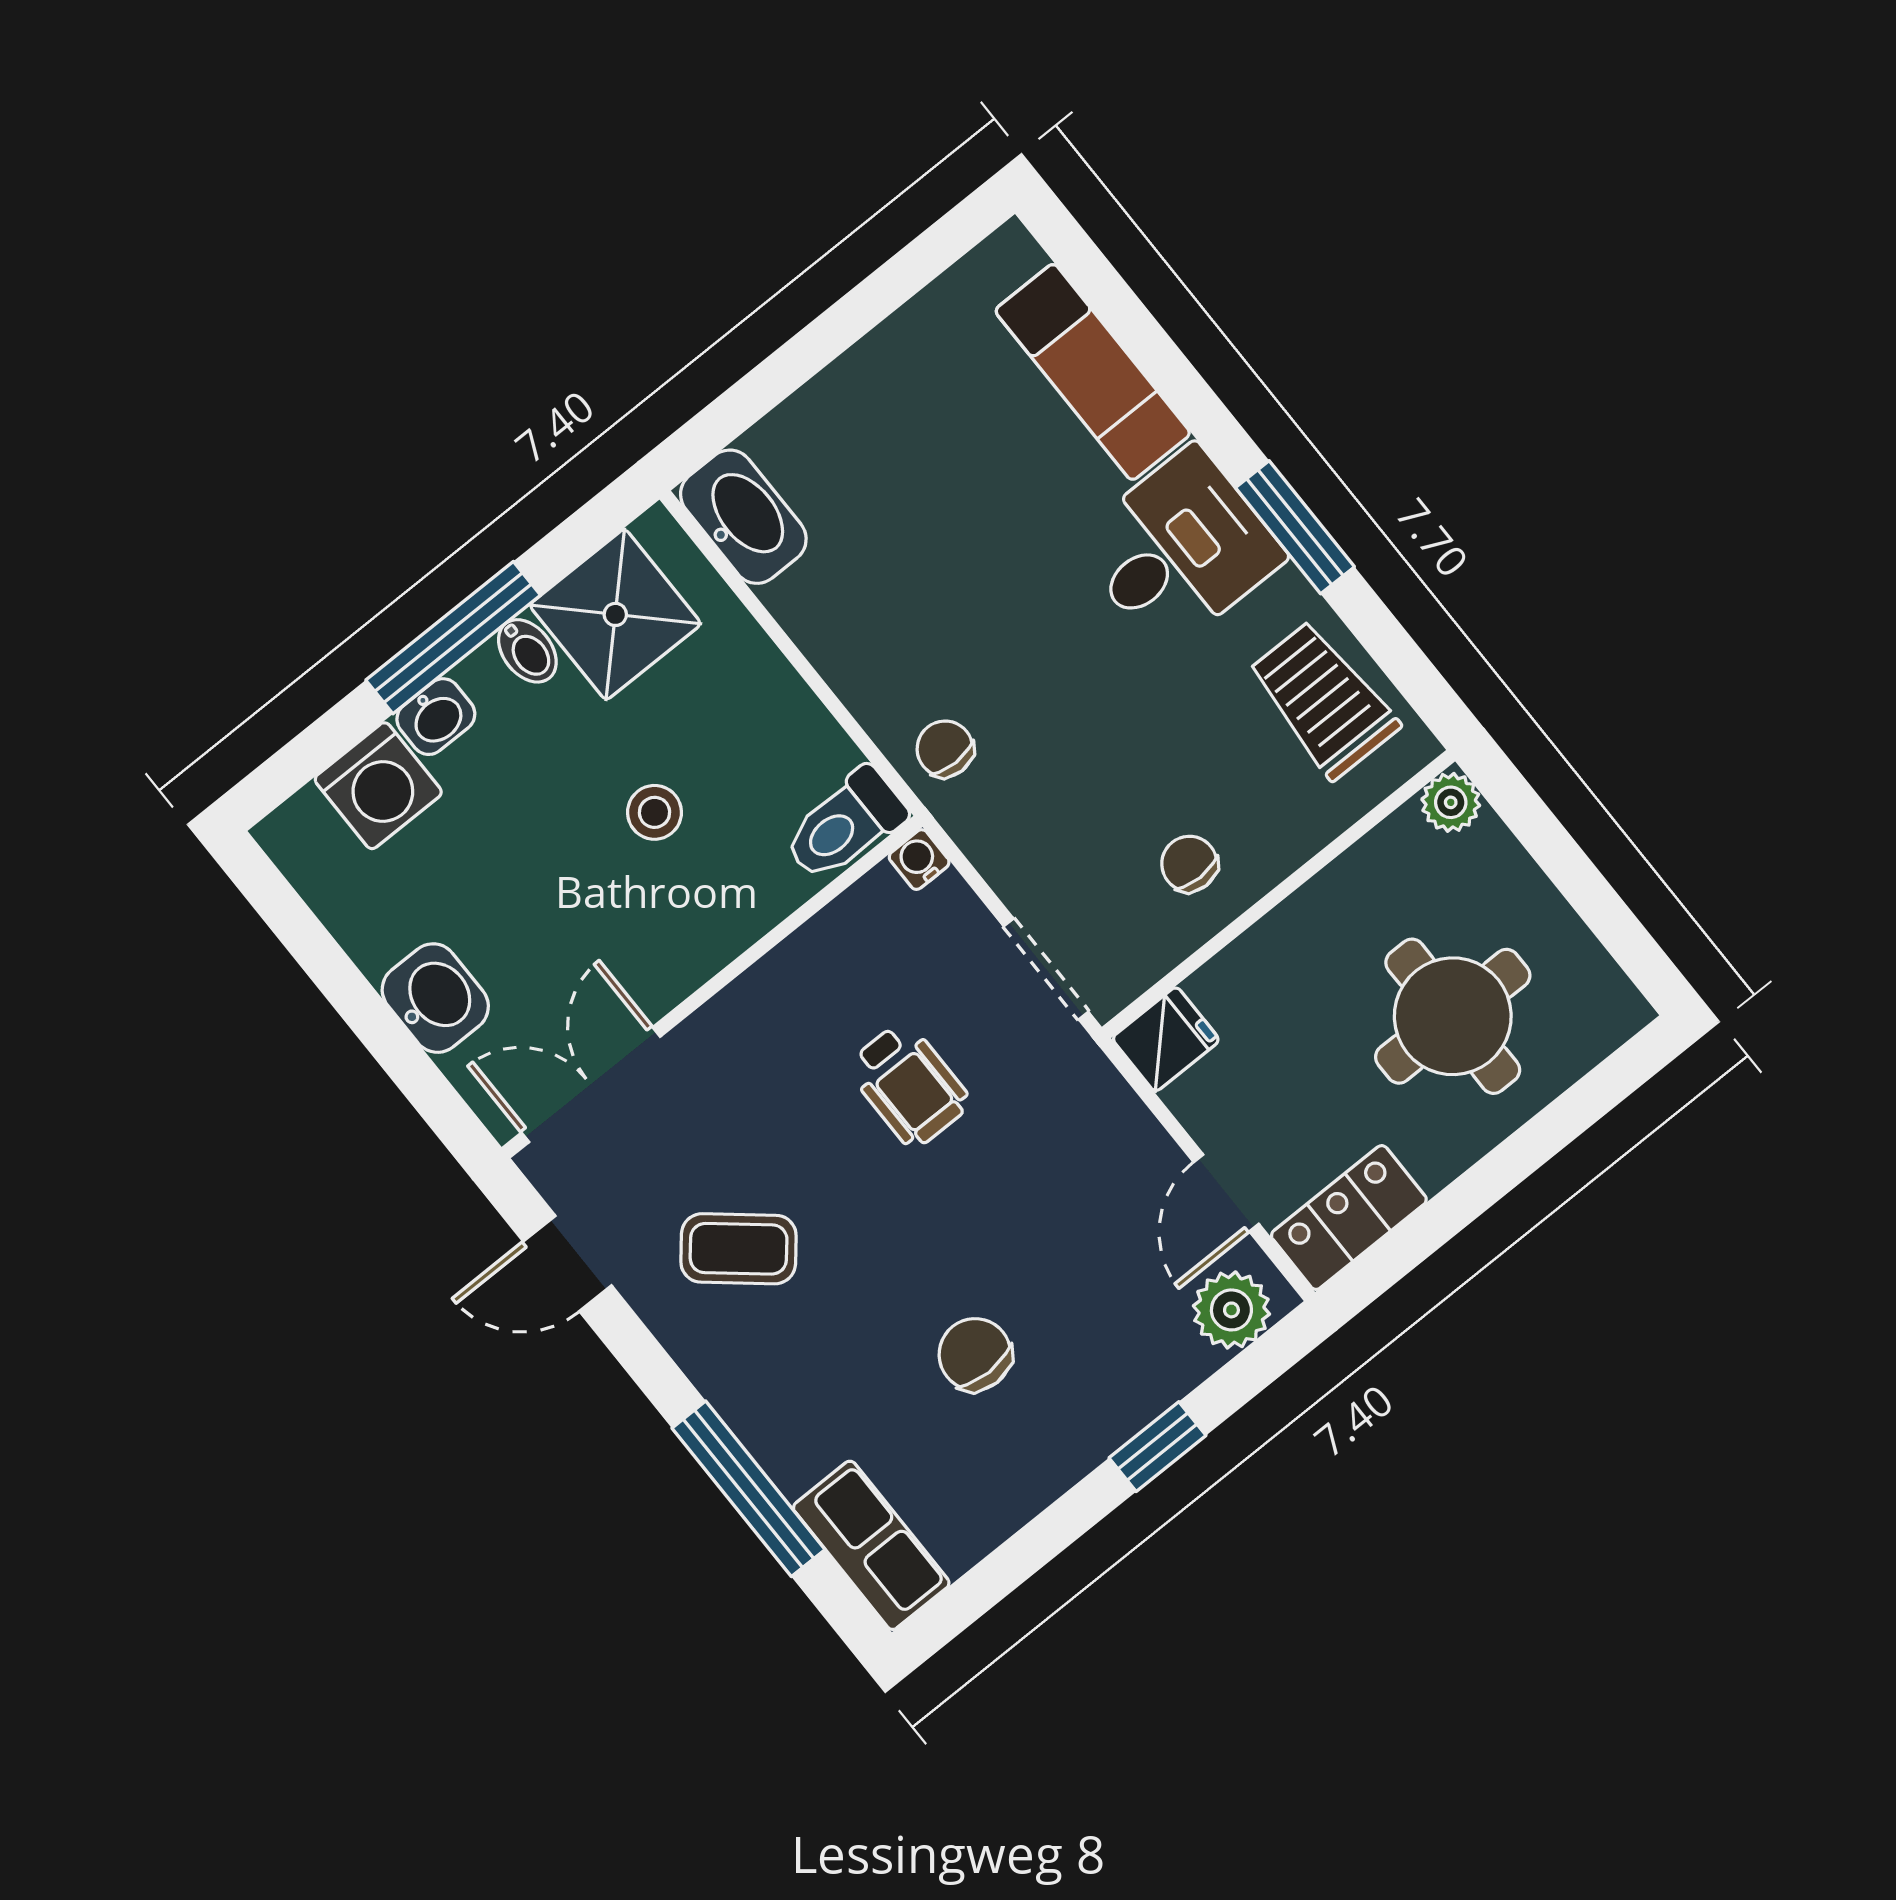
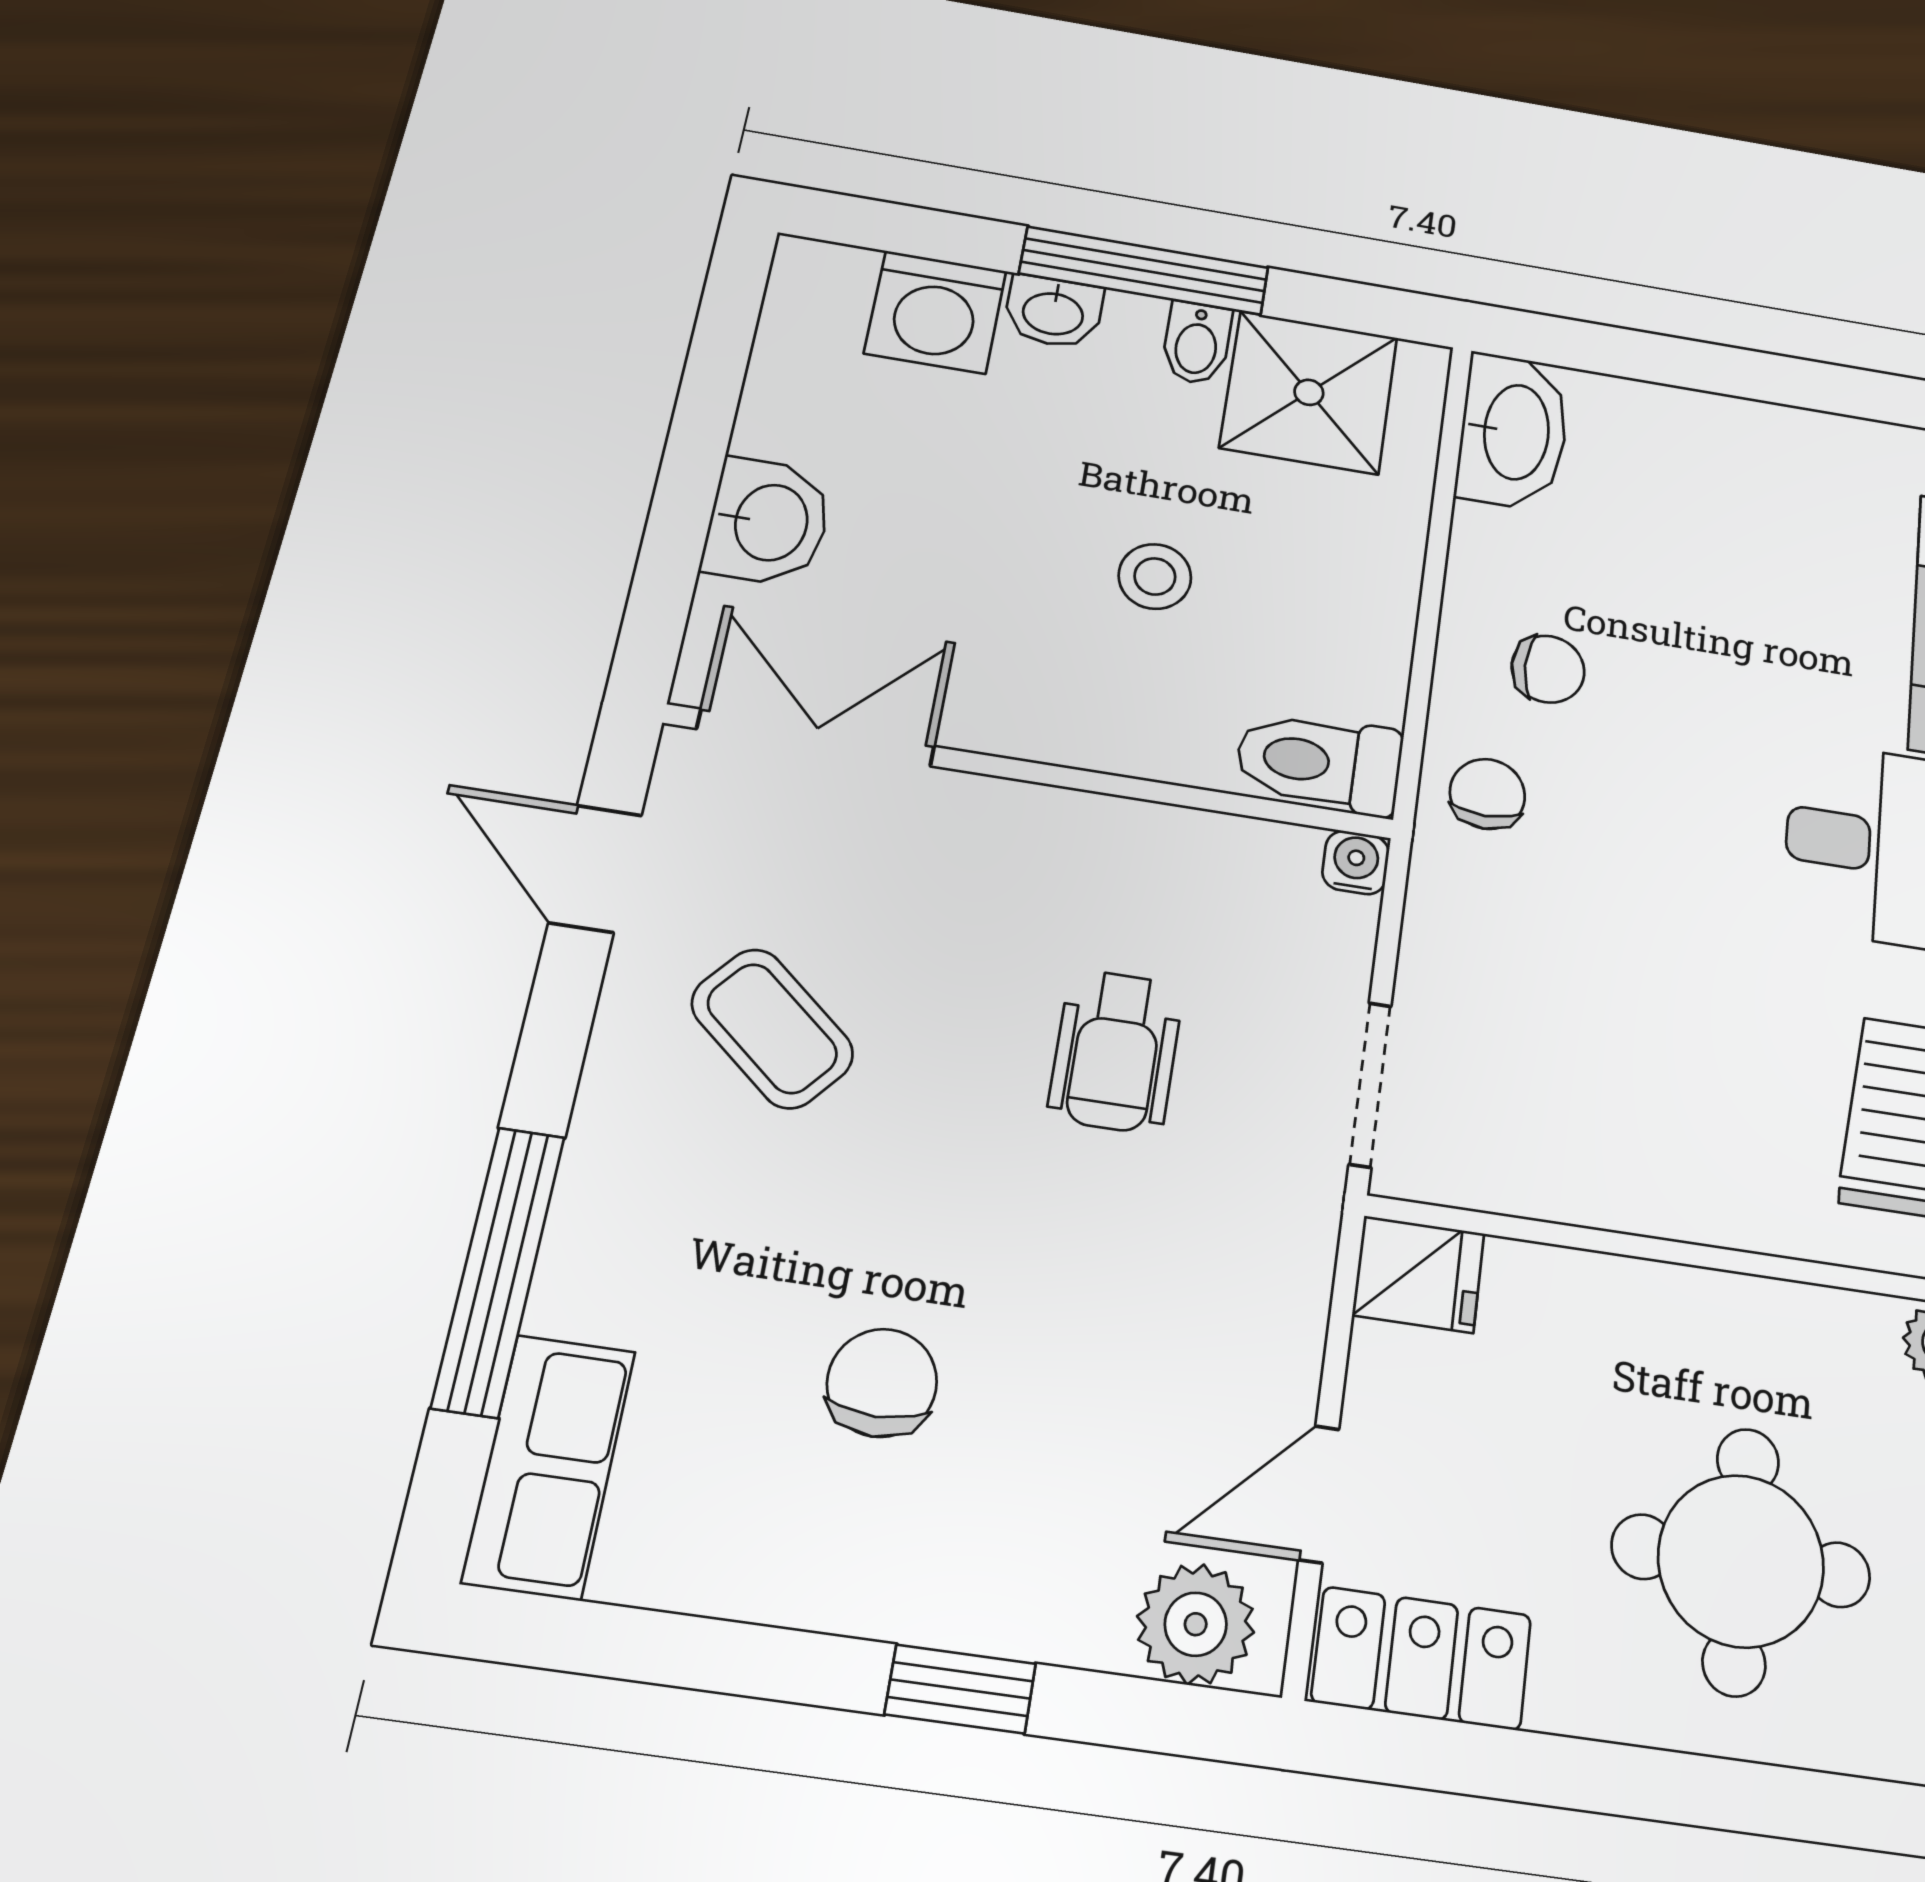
chair: (1189, 864) -> (1548, 669), moved, turned 90

